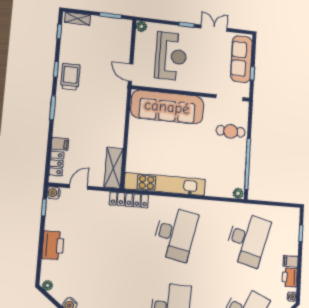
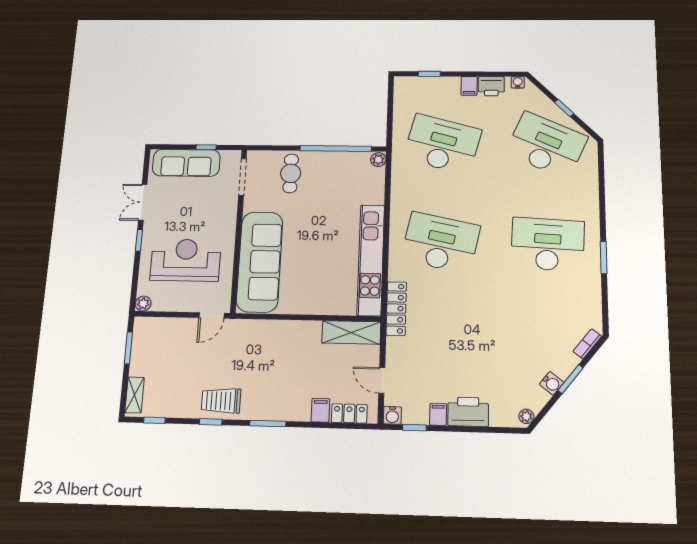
filing cabinet: (52, 224) -> (438, 414), added

